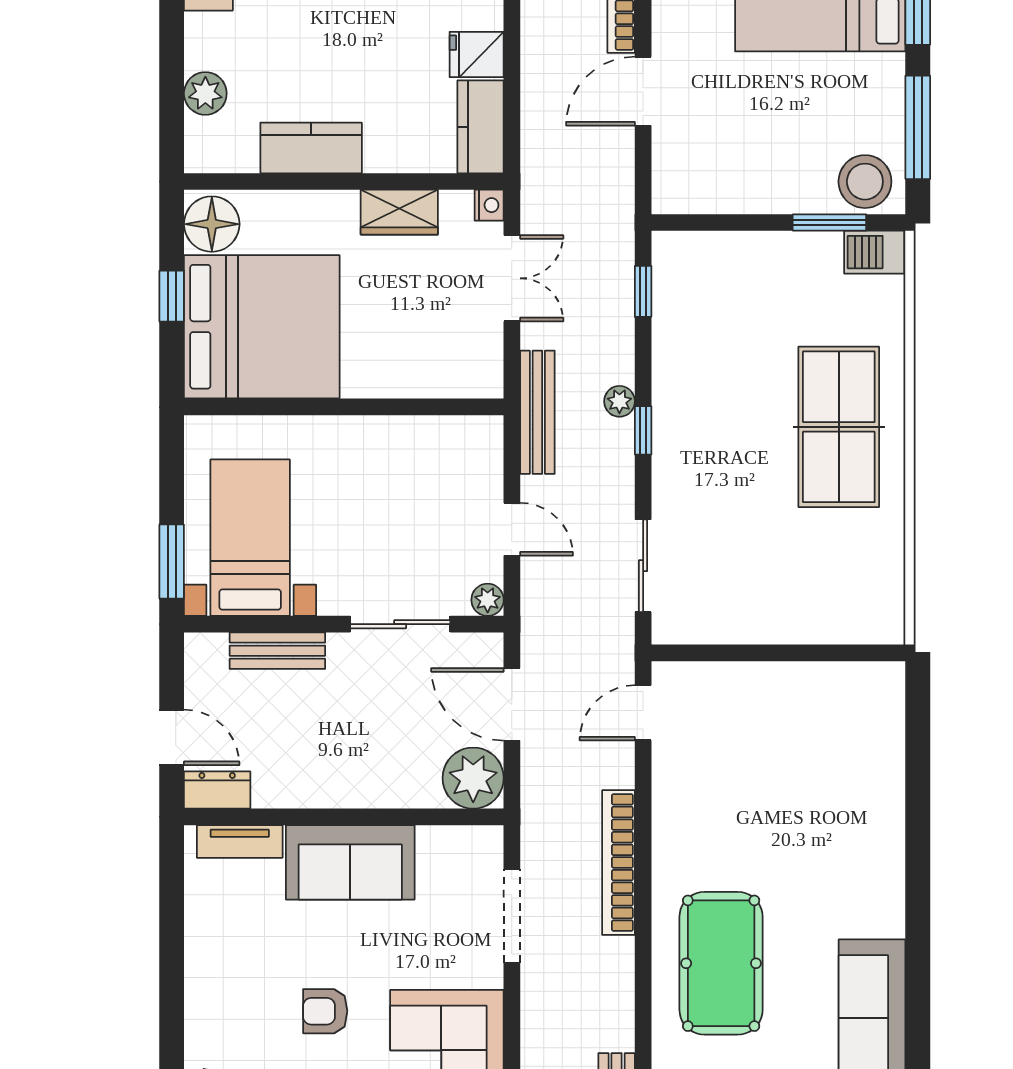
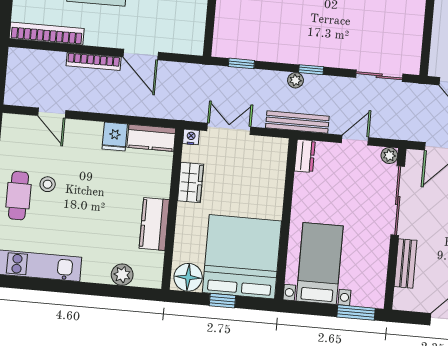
dresser: (472, 433) -> (305, 156), added
bed with nightstands: (250, 538) -> (320, 263), moved, turned 90
sliding door: (400, 624) -> (398, 200), width x1.37

